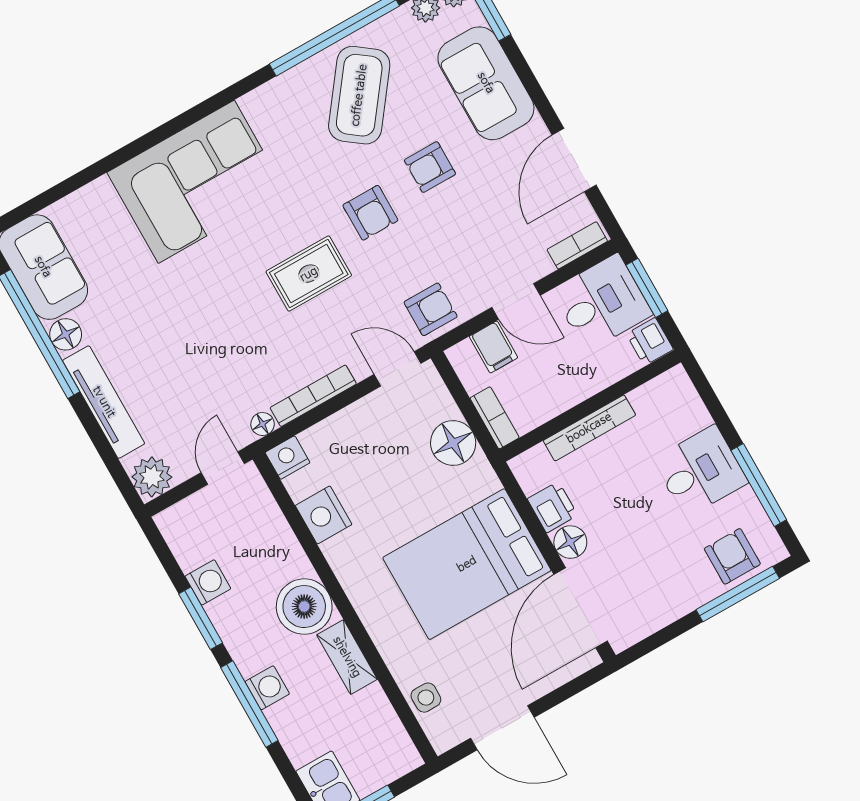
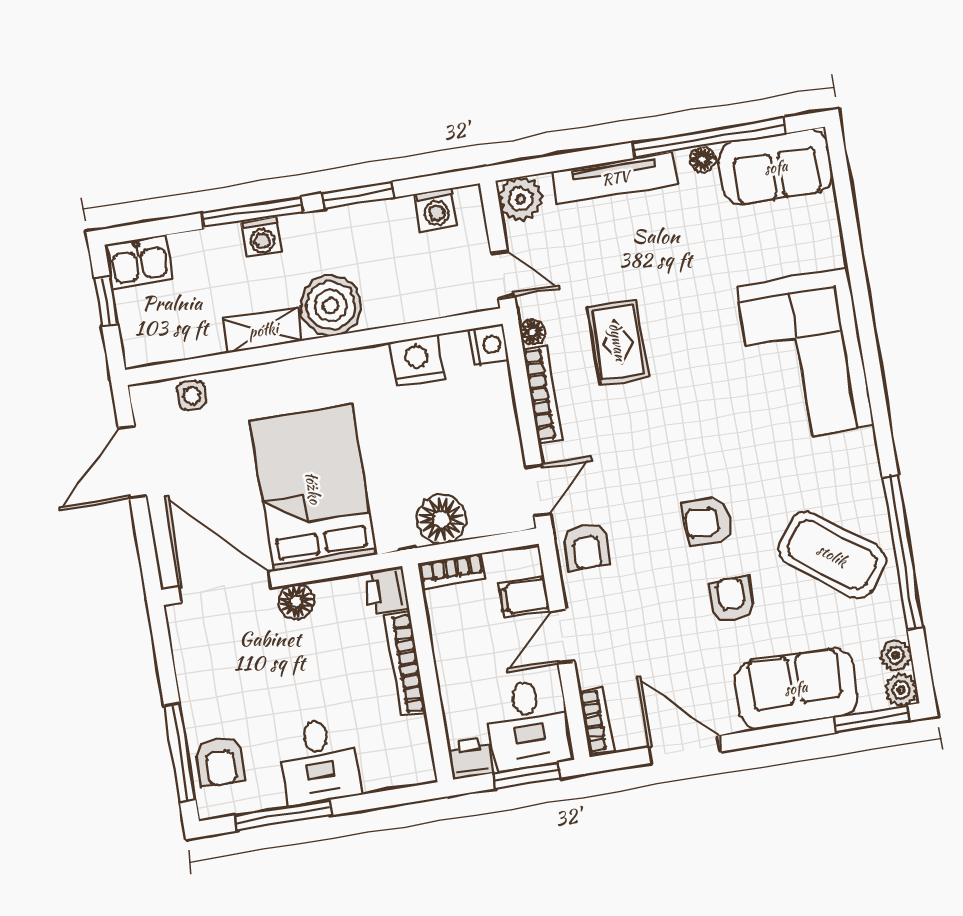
rug: (309, 274) -> (618, 342), moved
floor lamp: (66, 334) -> (702, 160), width x0.73, depth x0.73
printer: (552, 507) -> (386, 591), moved, turned 90
armchair: (732, 556) -> (220, 761), turned 90
washing machine: (208, 582) -> (436, 209), moved

